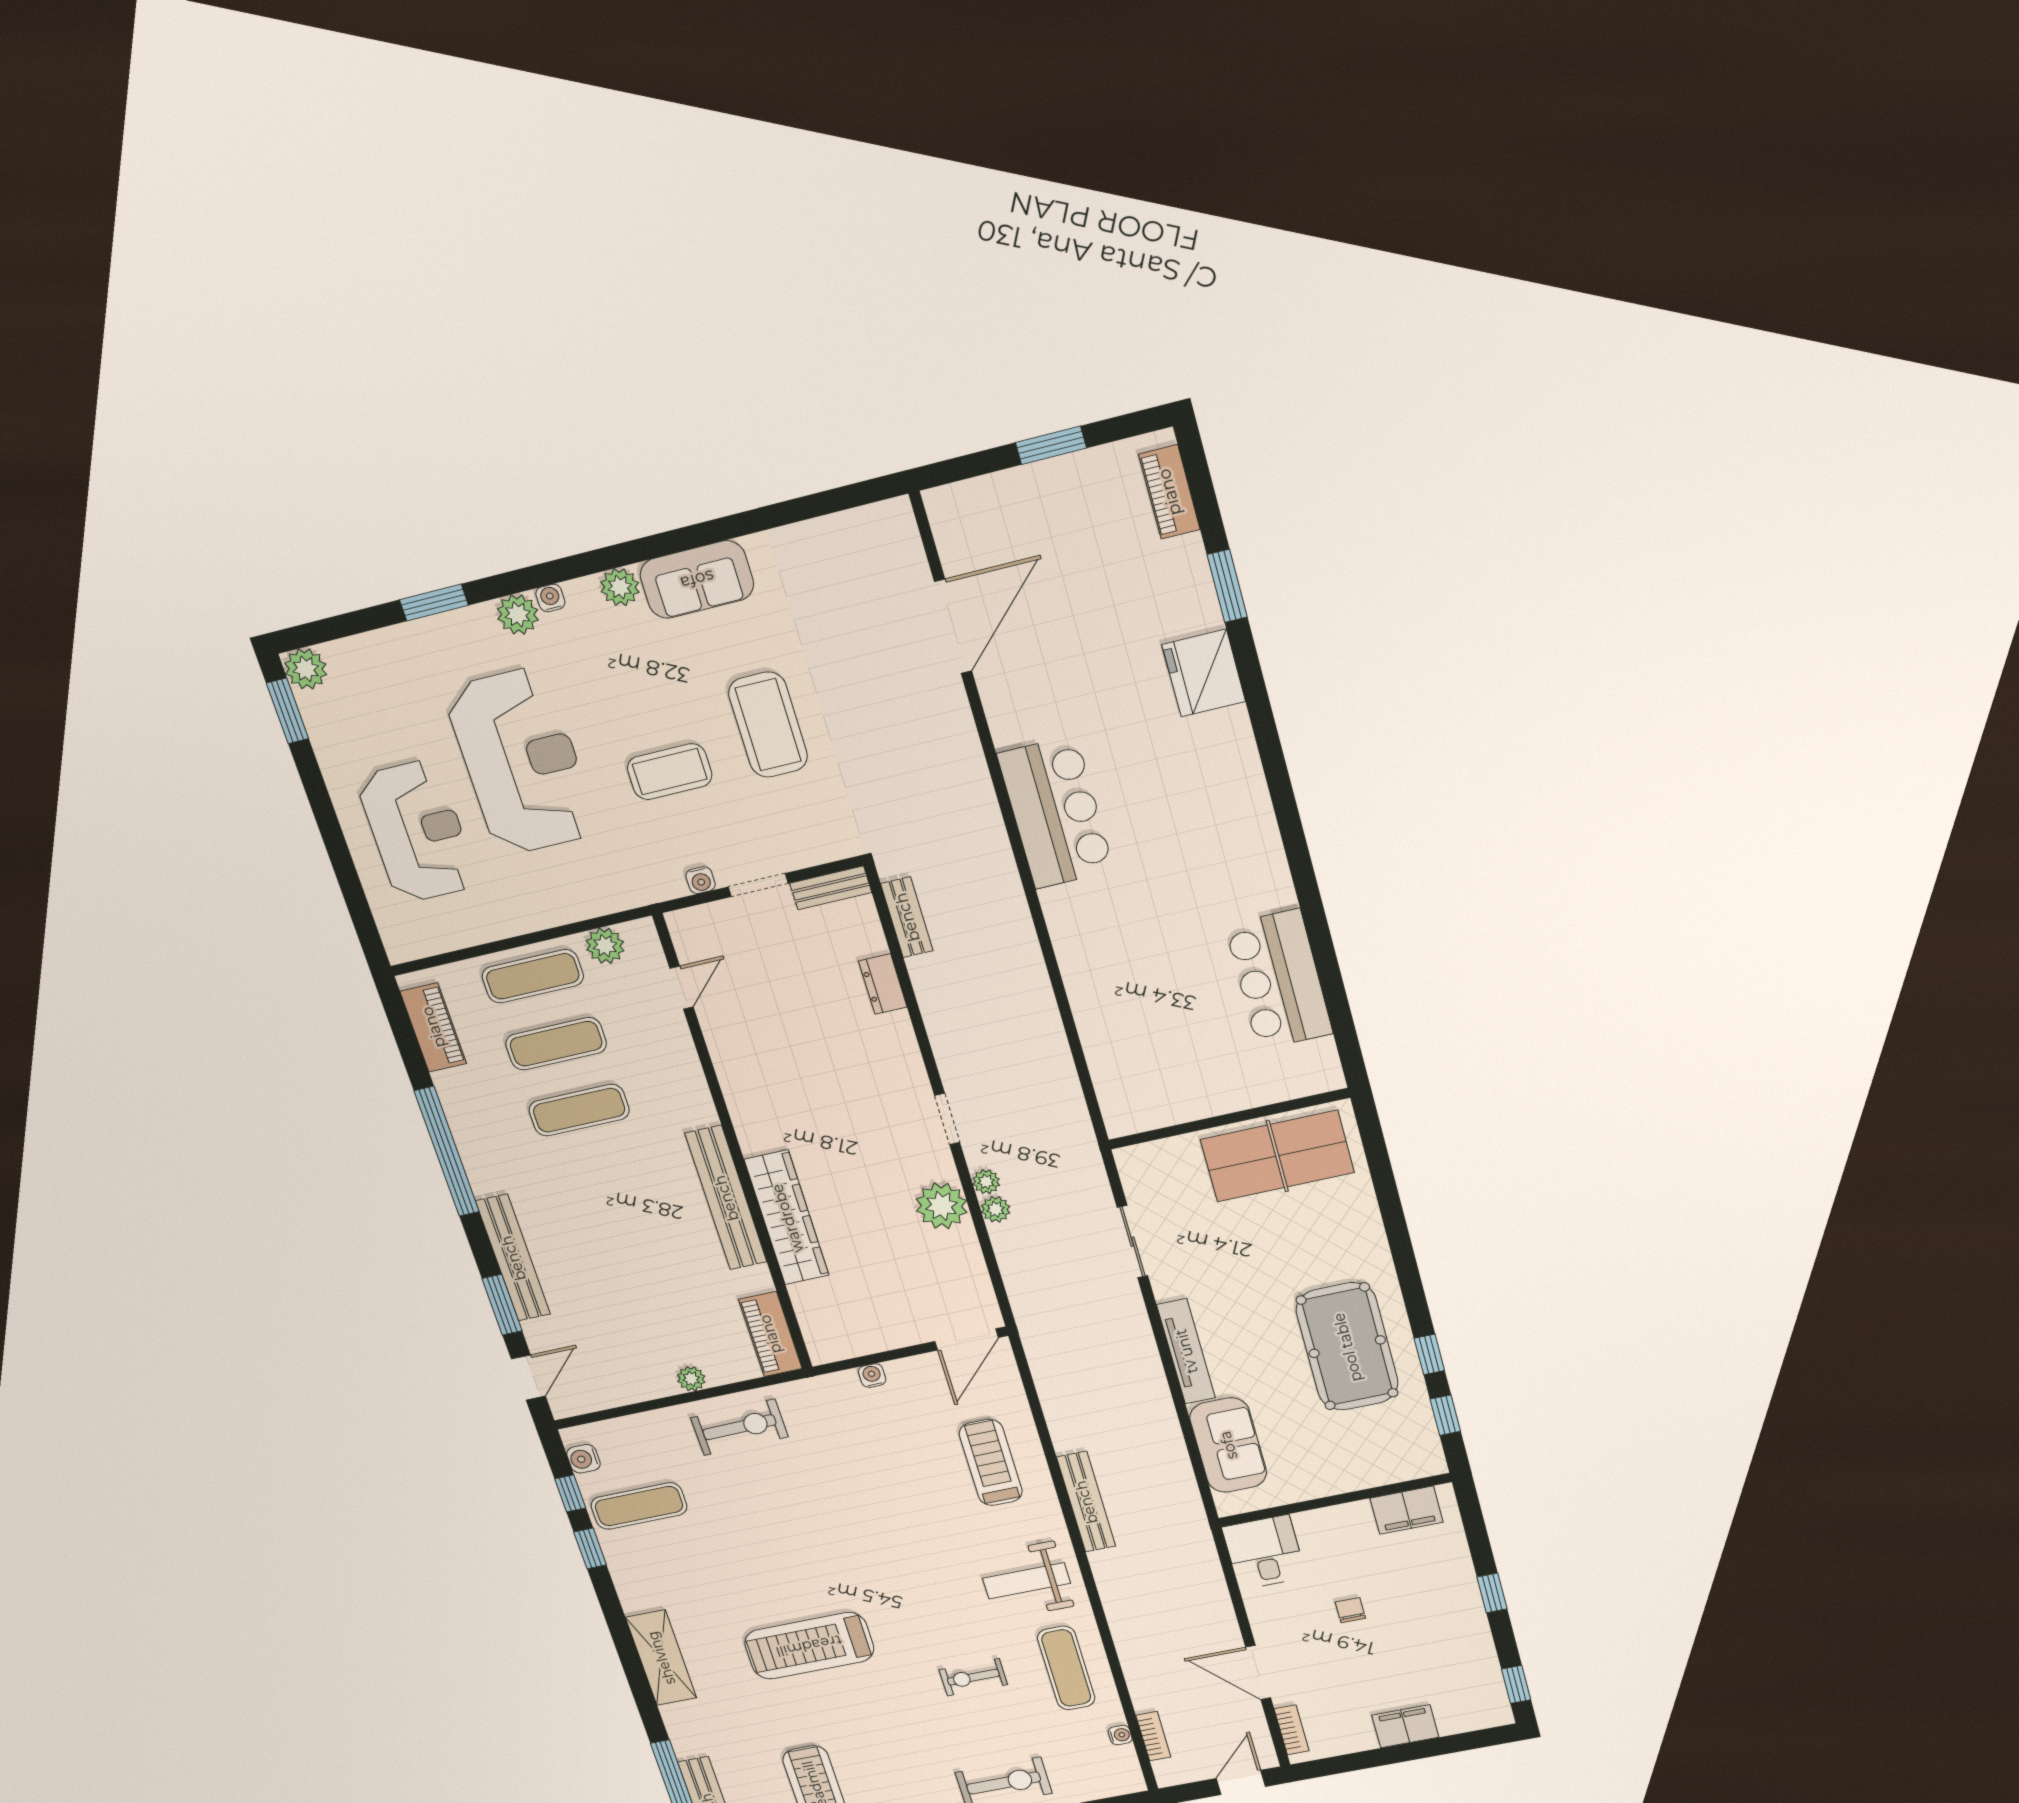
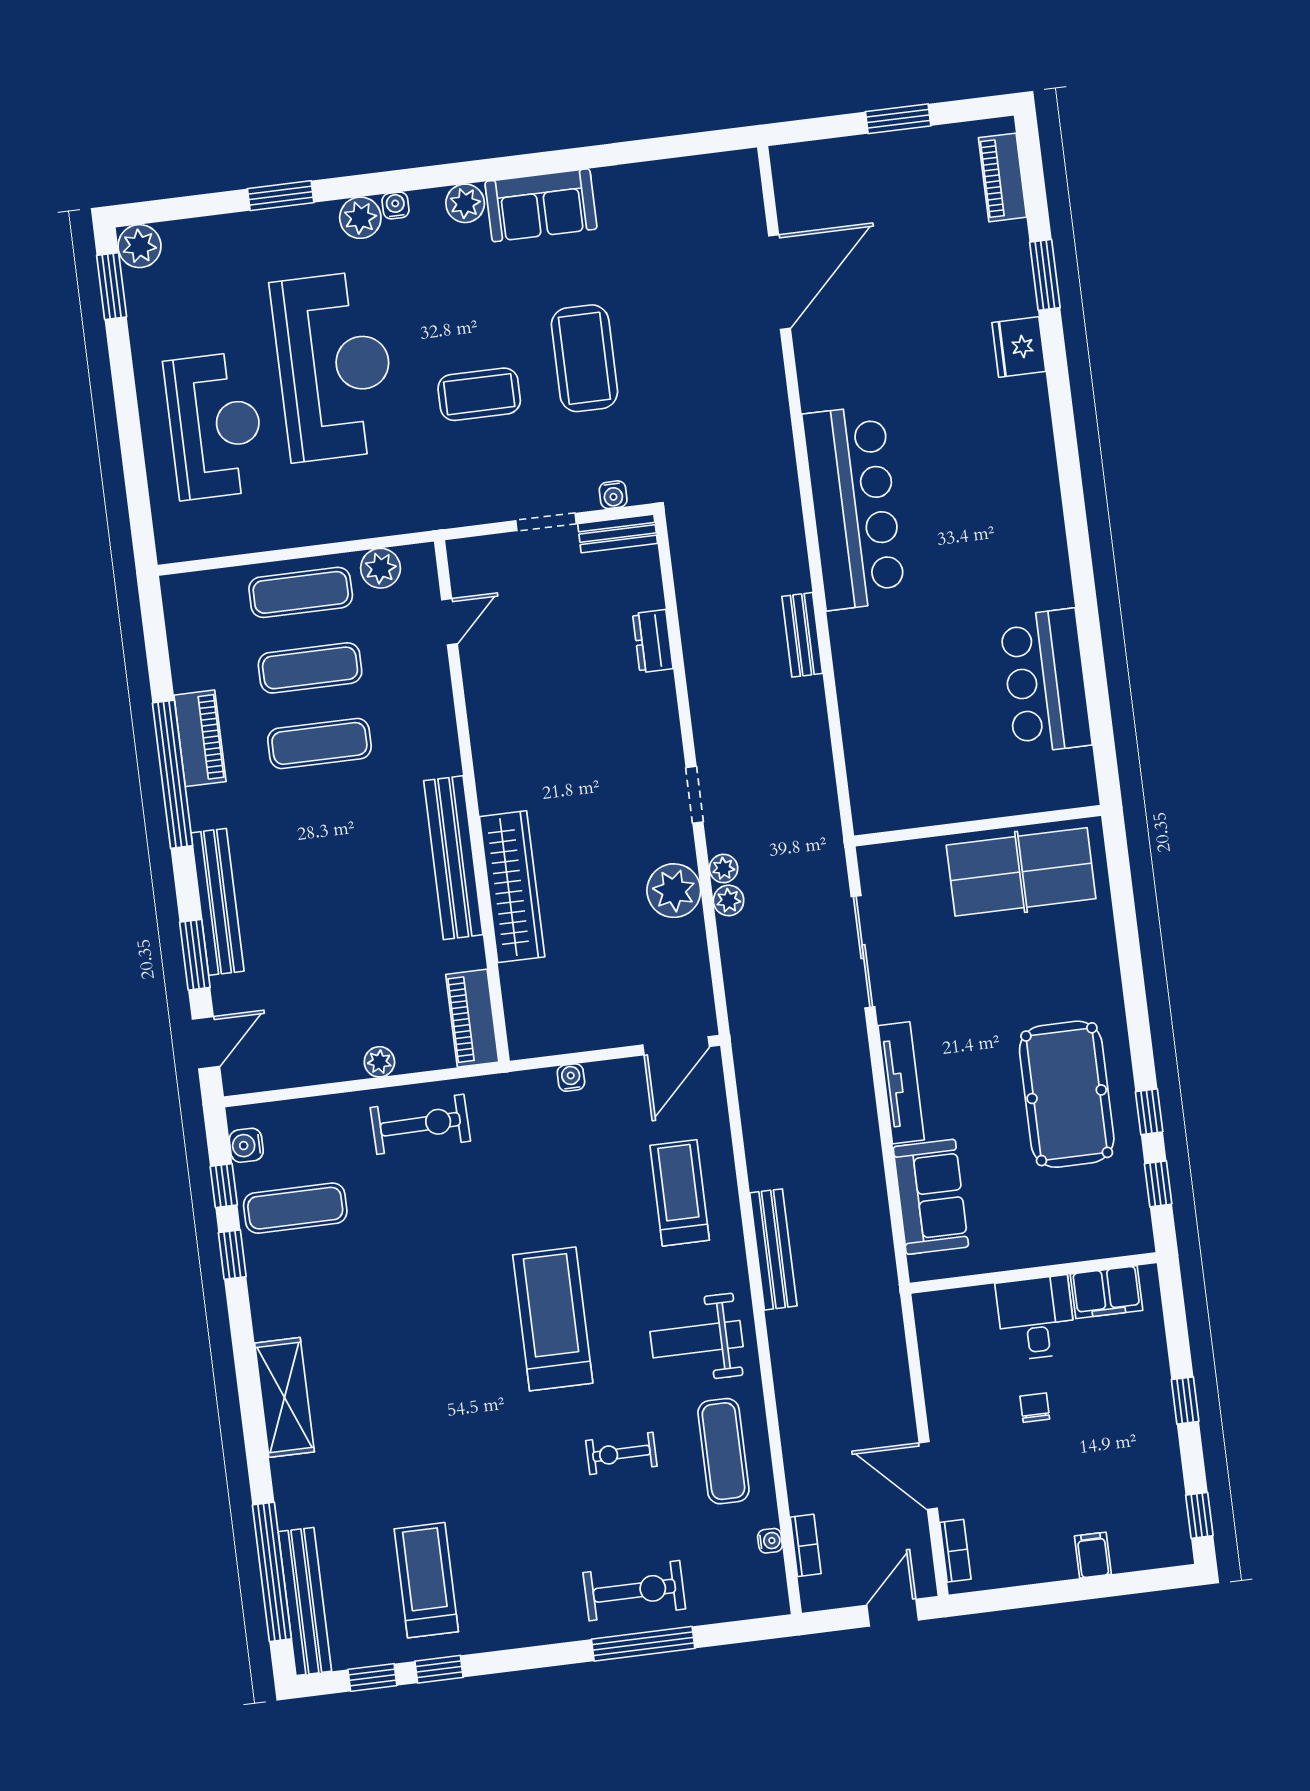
fridge: (1204, 673) -> (1019, 347), width x0.73, depth x0.75
bar counter: (1056, 812) -> (854, 508), width x1.36
water cooler: (701, 880) -> (613, 495), moved
bench: (907, 917) -> (802, 635), moved
piano: (433, 1027) -> (200, 738), moved
sliding door: (1132, 1242) -> (863, 952), width x1.37
desk: (1264, 1552) -> (1036, 1318), moved
treadmill: (809, 1646) -> (553, 1319), moved, turned 90
filing cabinet: (1405, 1726) -> (1093, 1555), width x0.50

